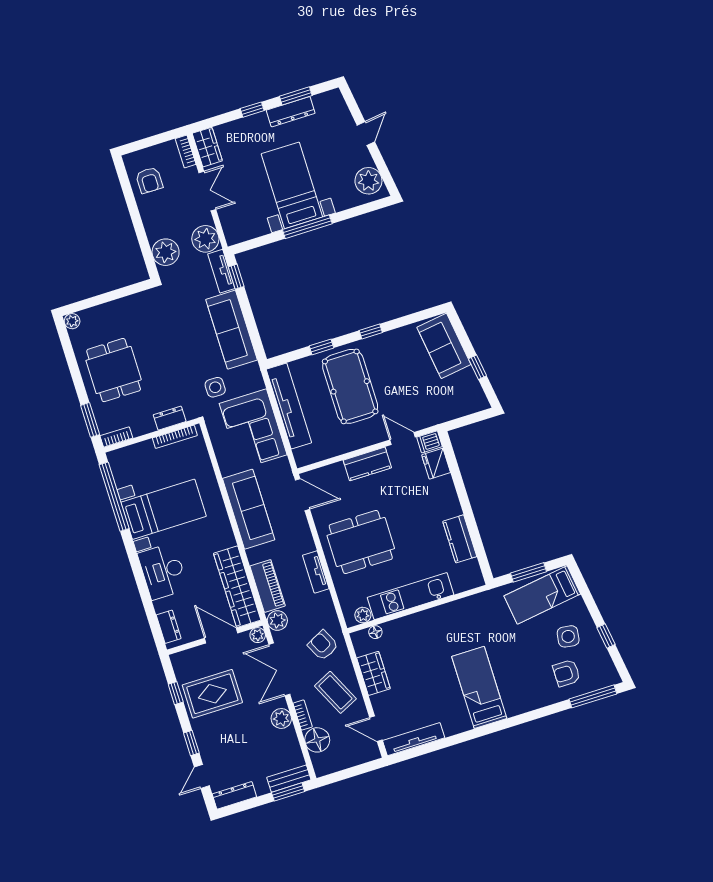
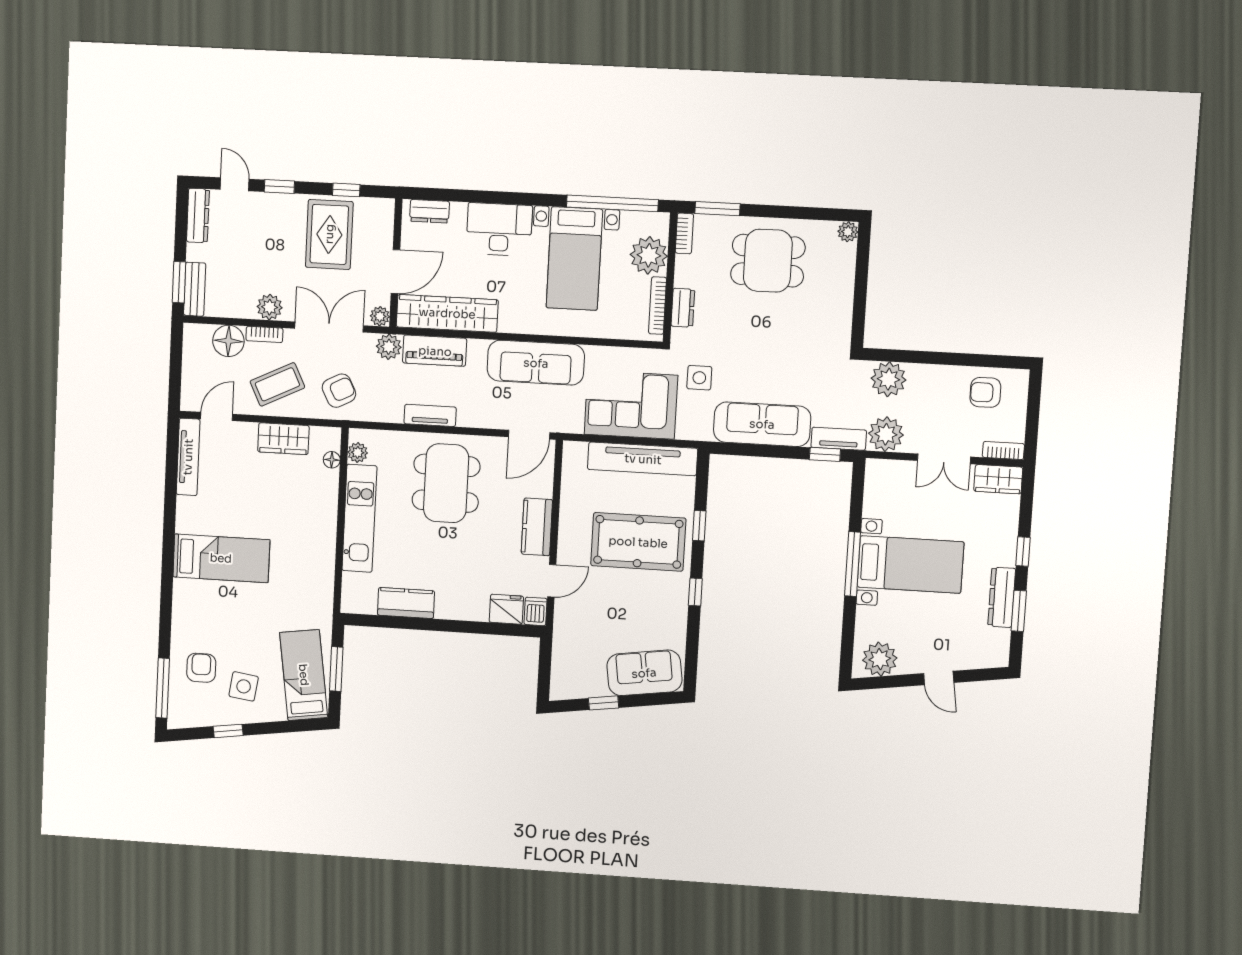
plant: (141, 457) -> (649, 255), added

